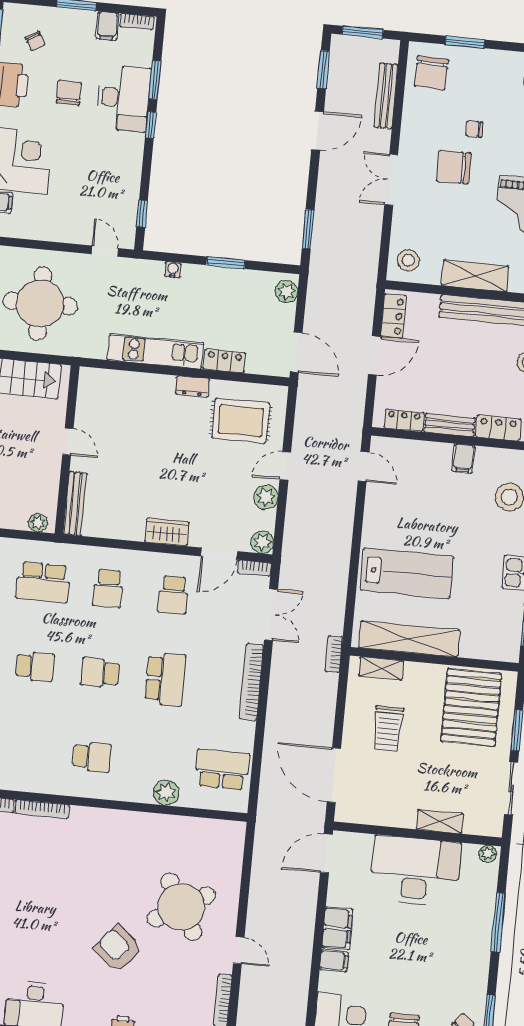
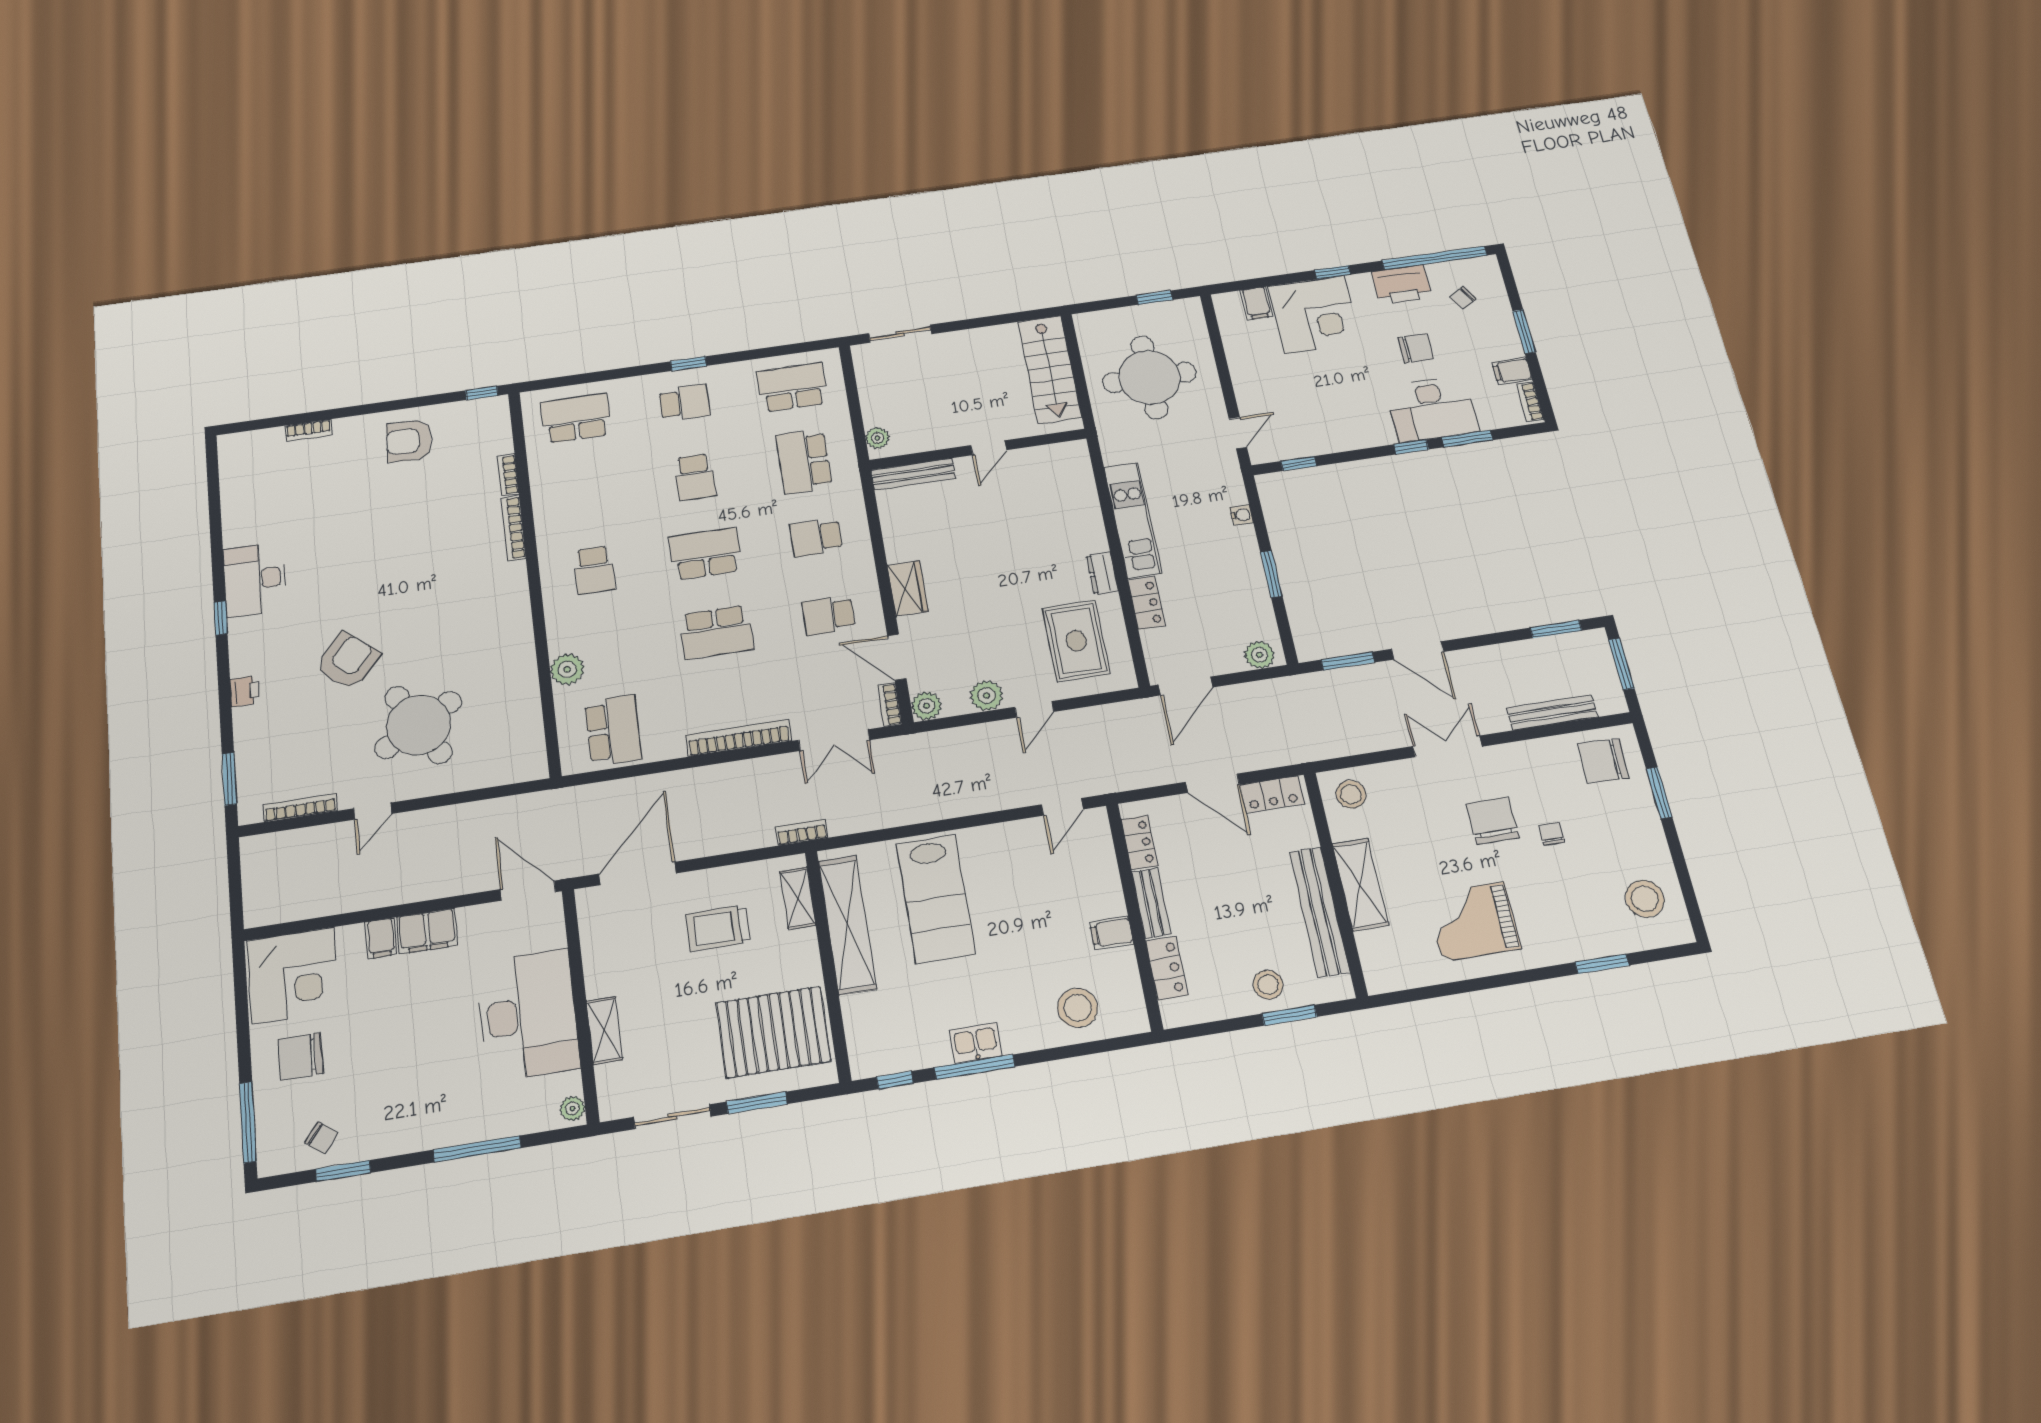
door: (318, 131) -> (1417, 650), moved
door: (285, 466) -> (1034, 709), swing flipped
school desk: (100, 673) -> (705, 554), width x1.85

